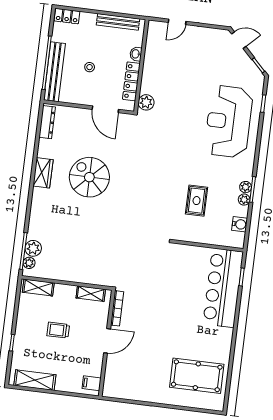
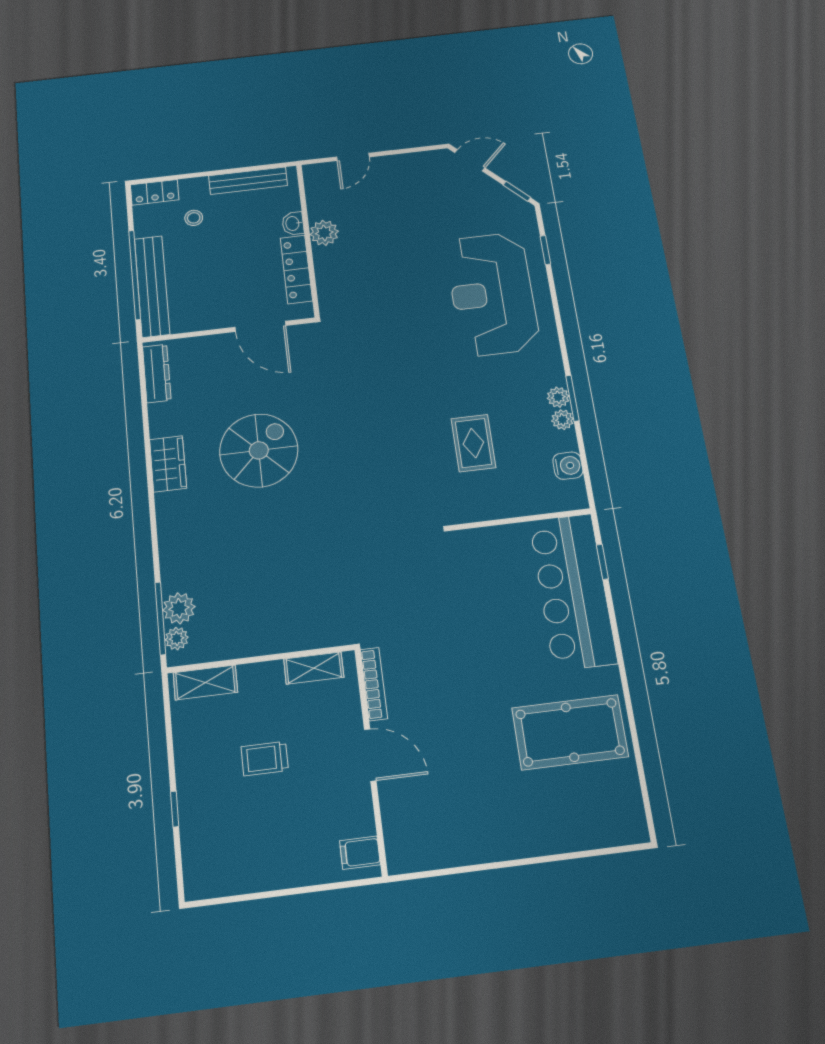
stool: (90, 67) -> (194, 218), moved
plant: (146, 102) -> (324, 233), moved
spiral stairs: (89, 177) -> (259, 450), turned 90
door: (107, 341) -> (370, 755), hinge flipped
pool table: (197, 376) -> (570, 732), moved
shelving: (35, 380) -> (239, 877), removed

